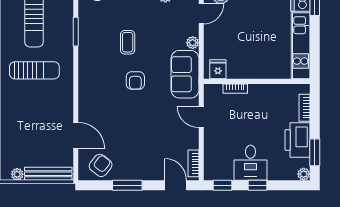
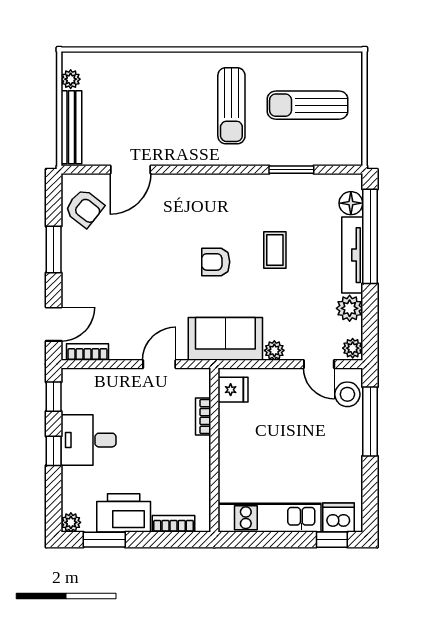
coffee table: (128, 42) -> (275, 250), turned 90

